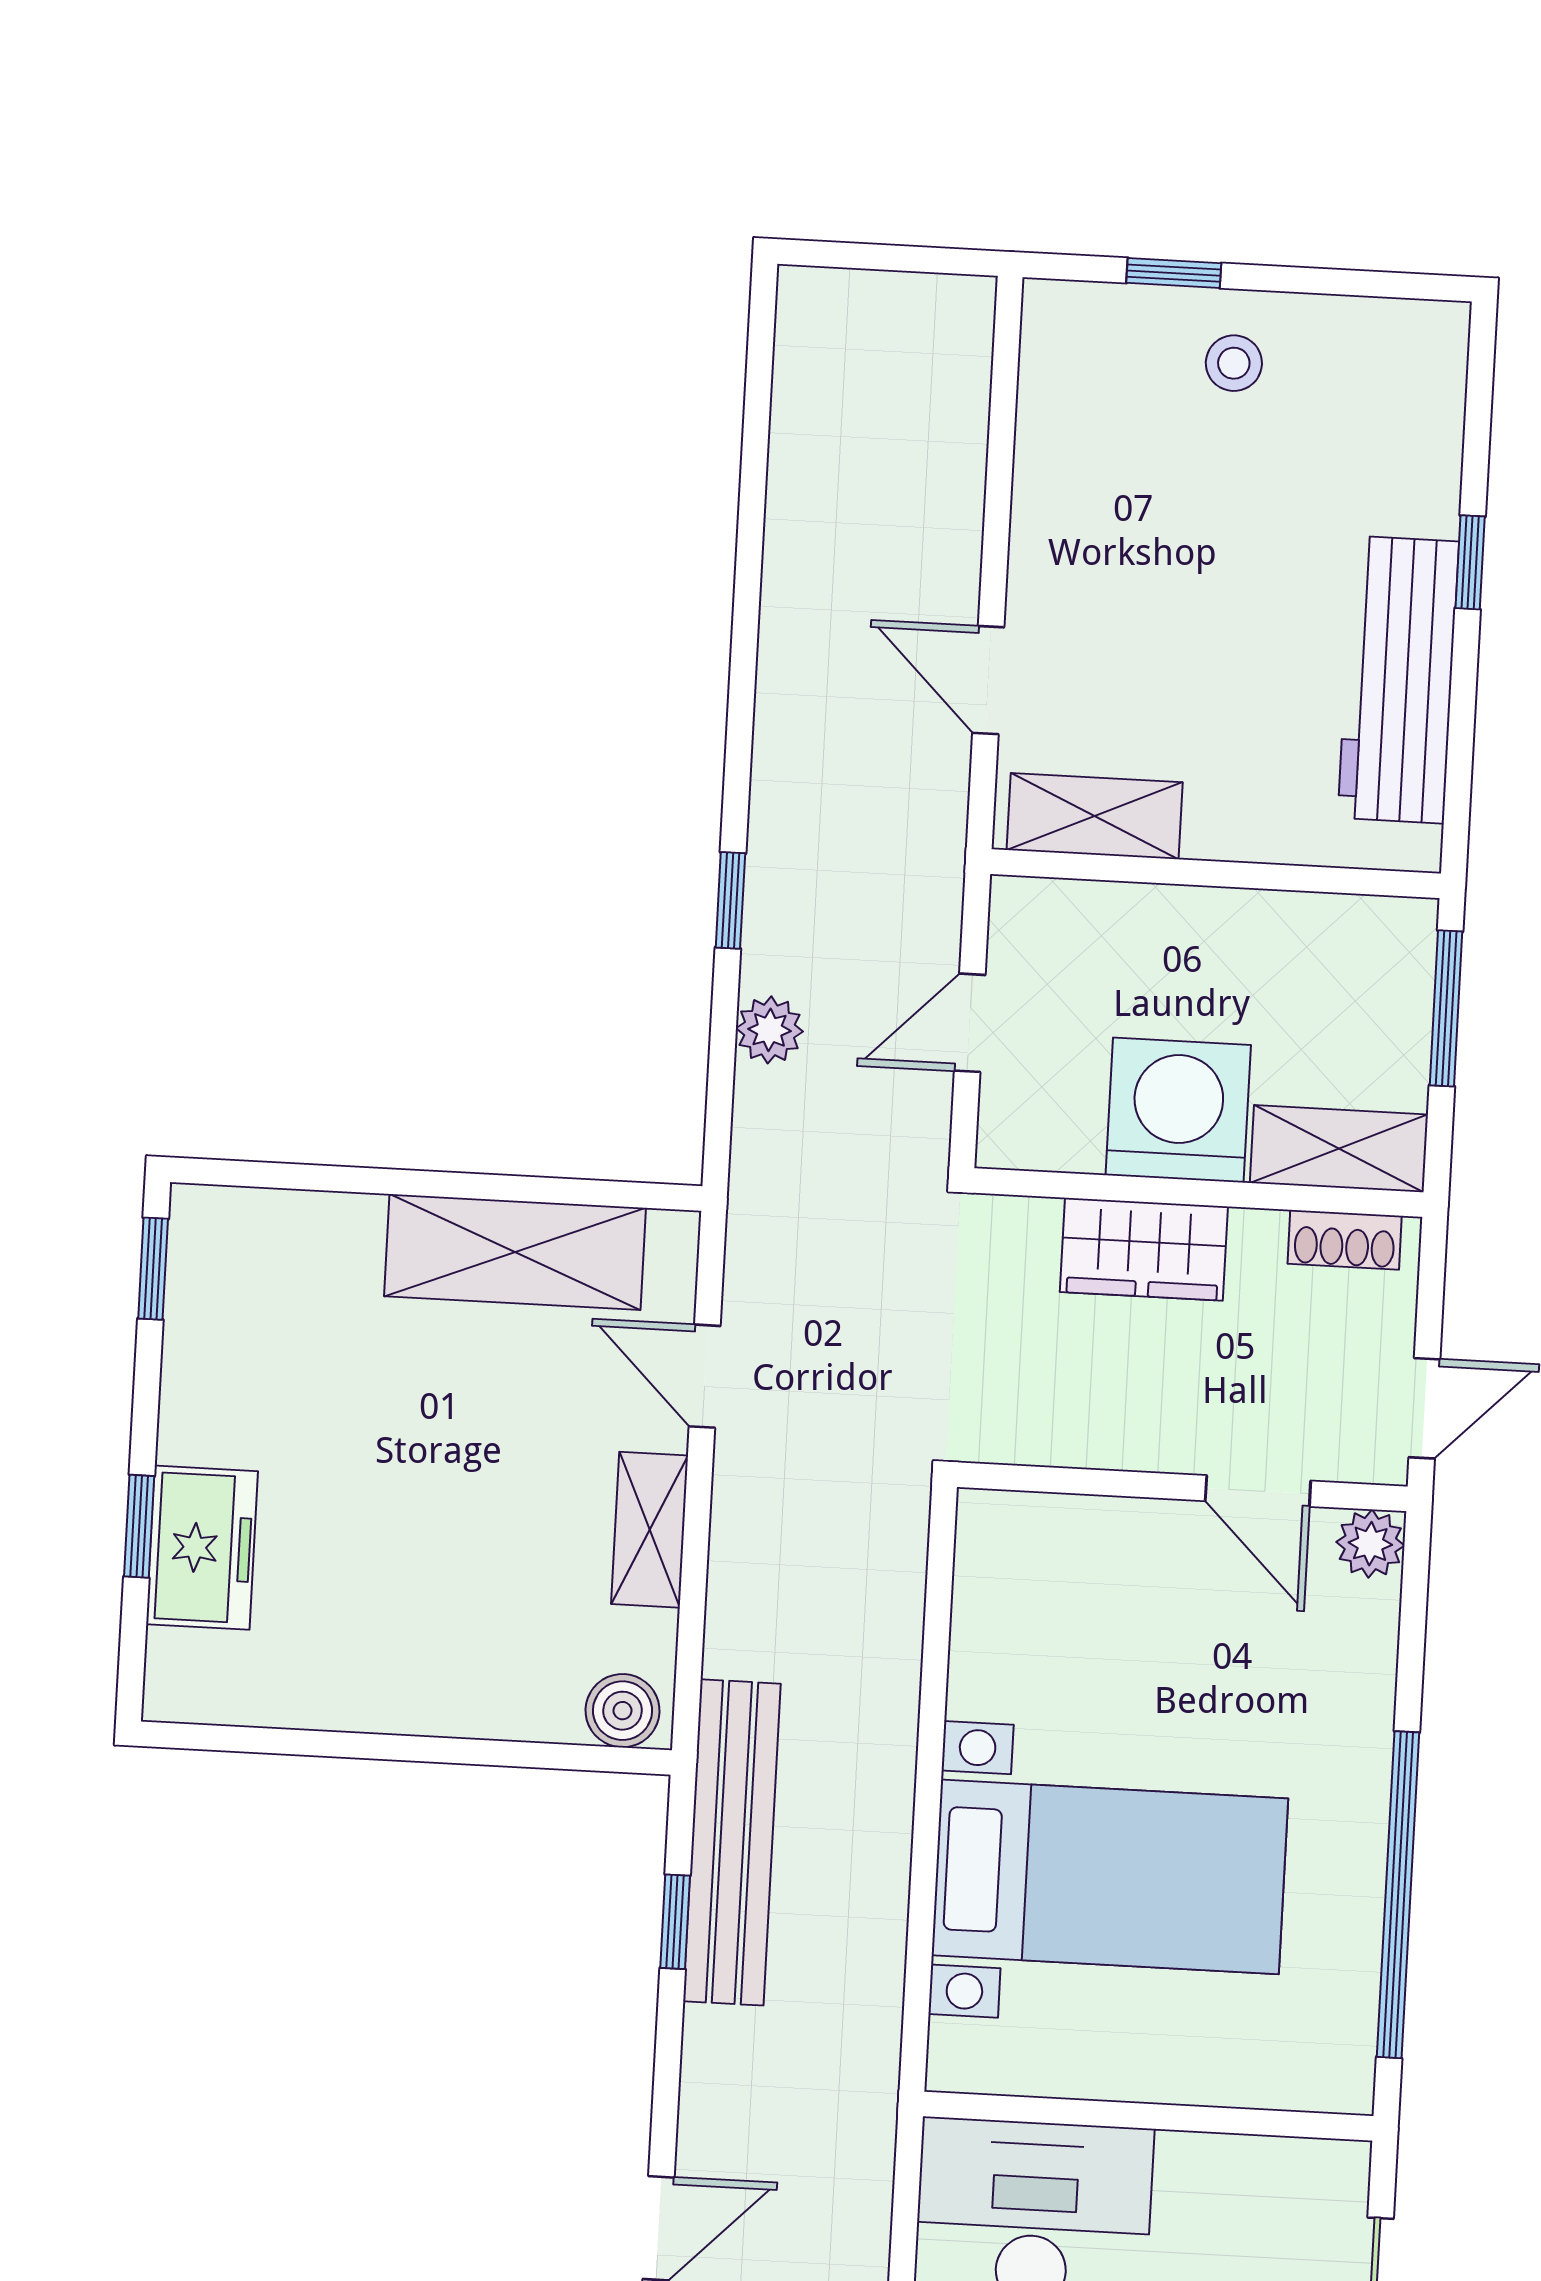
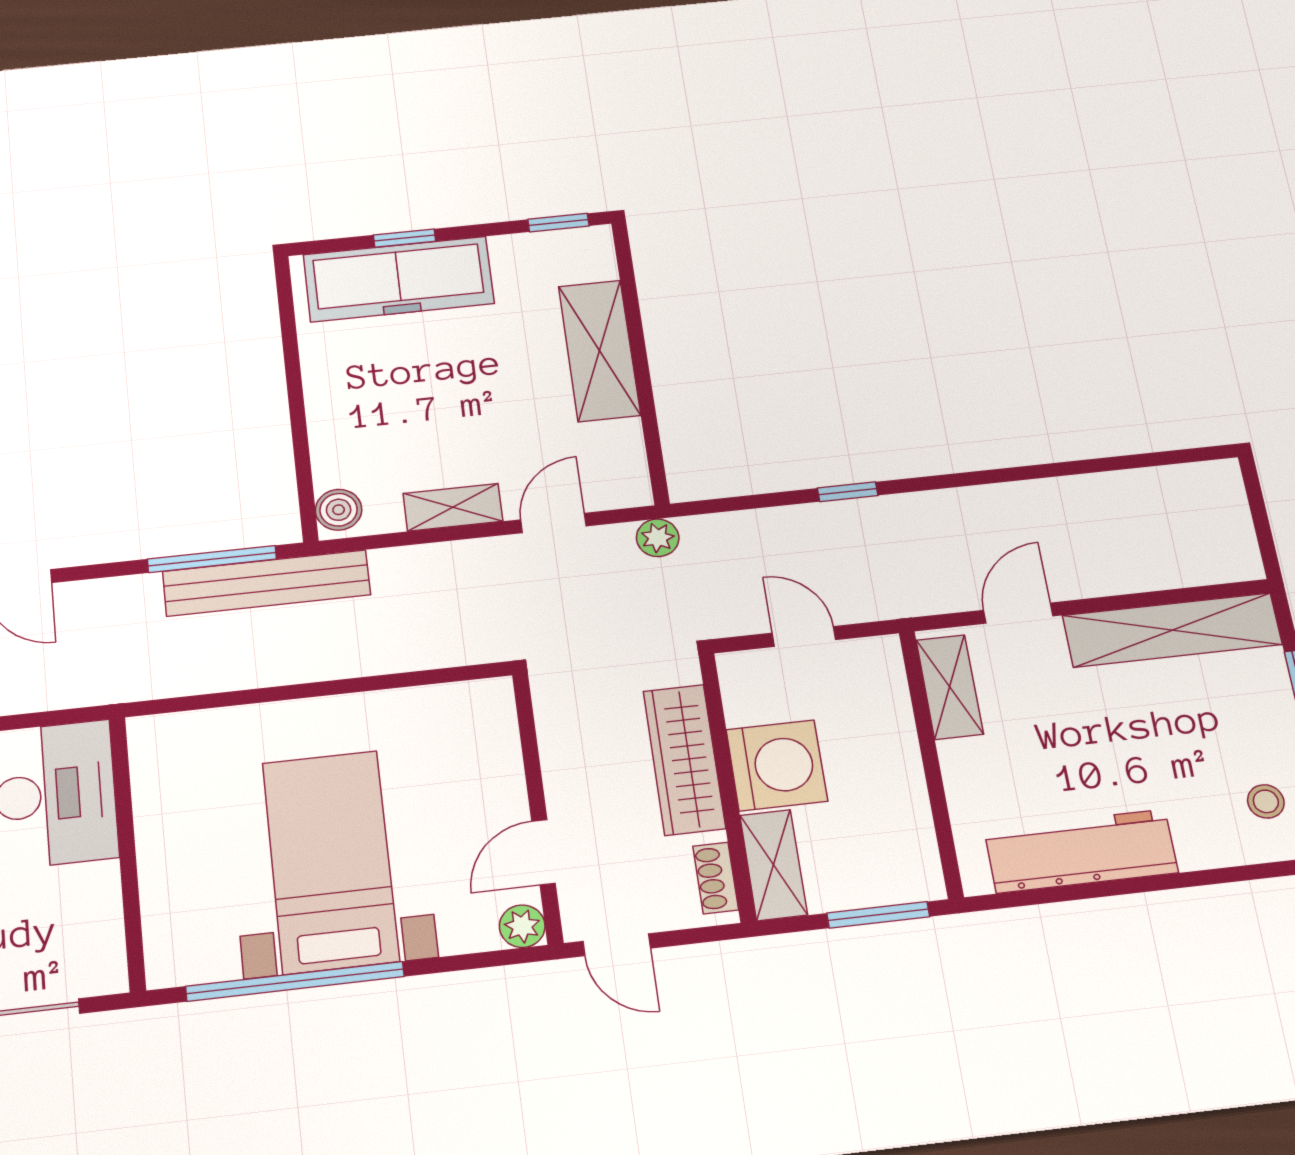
stool: (1234, 363) -> (1266, 801), moved
shelving: (1059, 447) -> (1172, 630), added
window: (1470, 562) -> (1167, 882), removed
plant: (769, 1030) -> (658, 538), moved
wardrobe: (1144, 1249) -> (684, 760), width x1.50
shelving: (515, 1252) -> (599, 351), moved
freezer: (202, 1548) -> (399, 279), width x1.91, depth x1.26
bed with nightstands: (1110, 1877) -> (330, 861), moved, turned 180
window: (675, 1922) -> (212, 559), width x2.17

